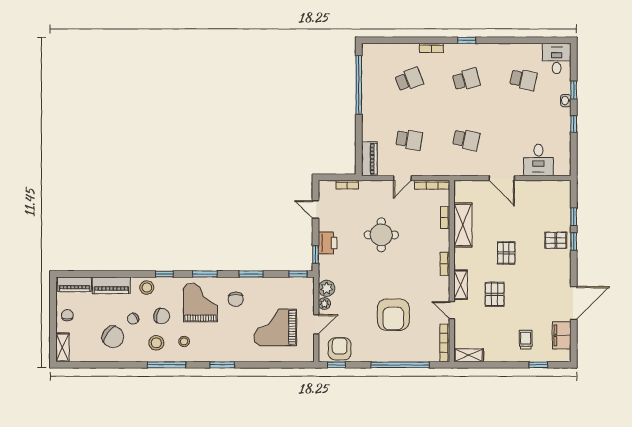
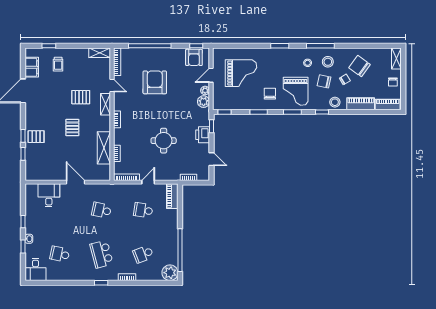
plant: (373, 54) -> (170, 273), added
school desk: (466, 79) -> (101, 254), width x1.85
pallet: (495, 294) -> (81, 97), turned 90

